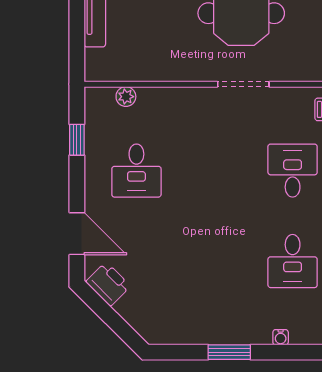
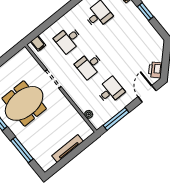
window: (77, 140) -> (116, 119), width x2.17
desk: (215, 171) -> (89, 65), added

